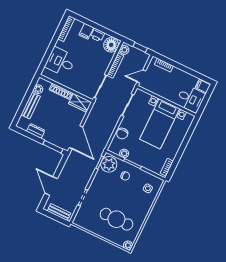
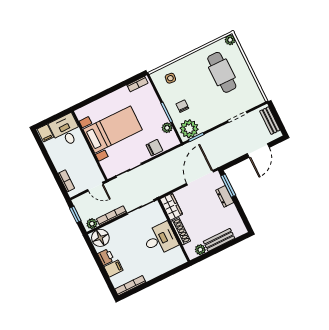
desk: (60, 62) -> (160, 239), moved, turned -90
dresser: (36, 131) -> (225, 196), moved

